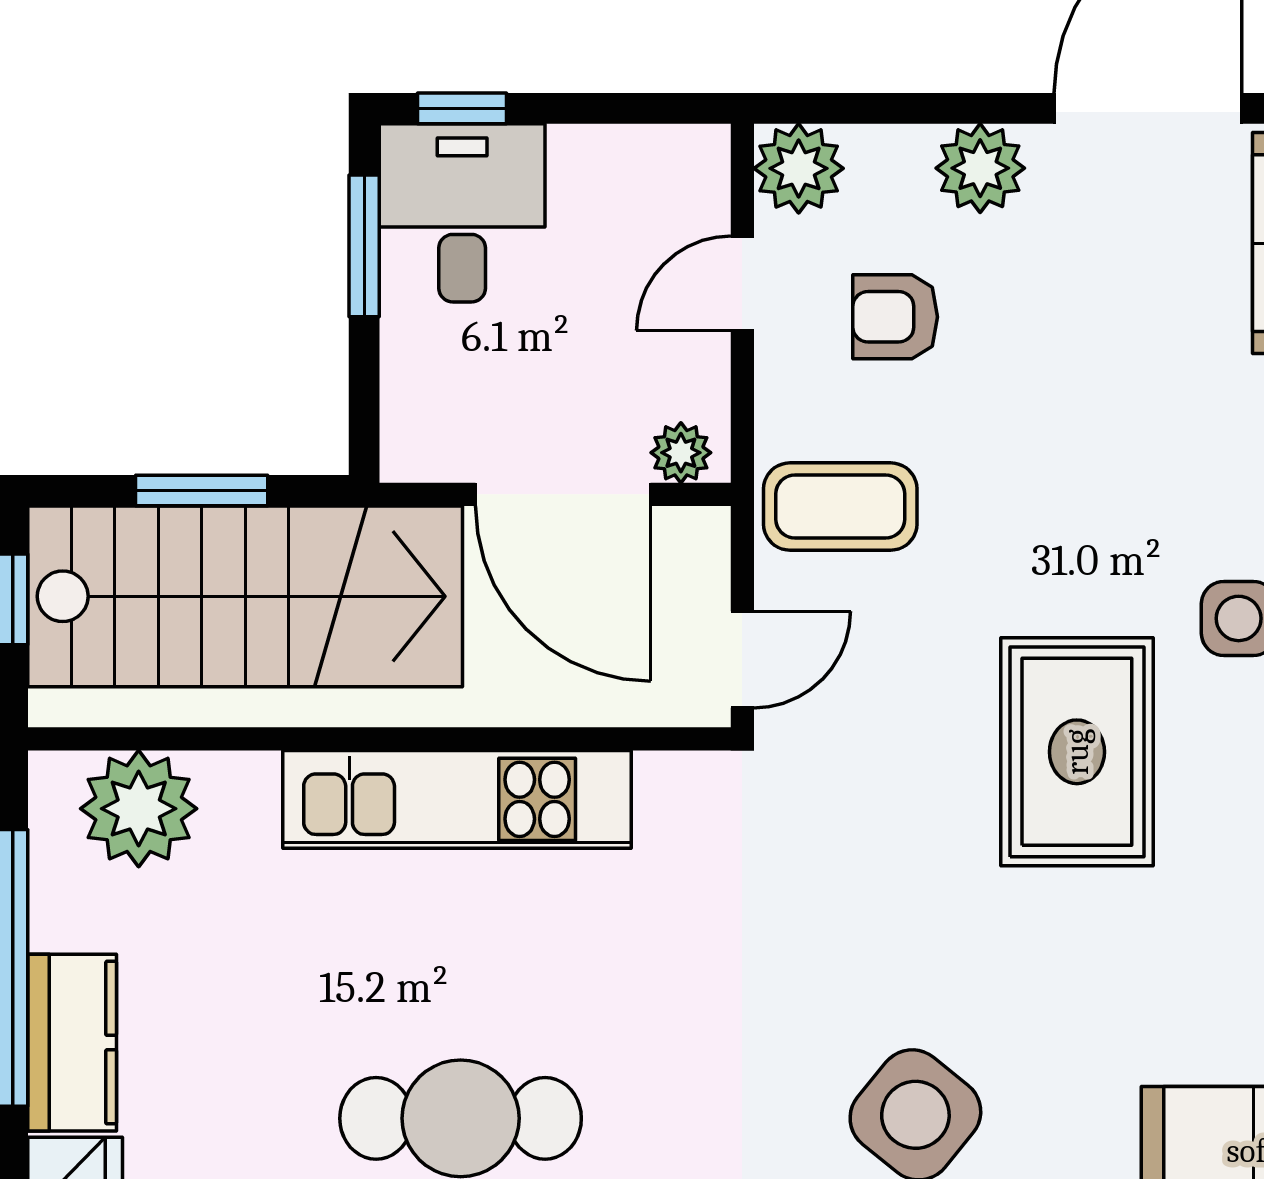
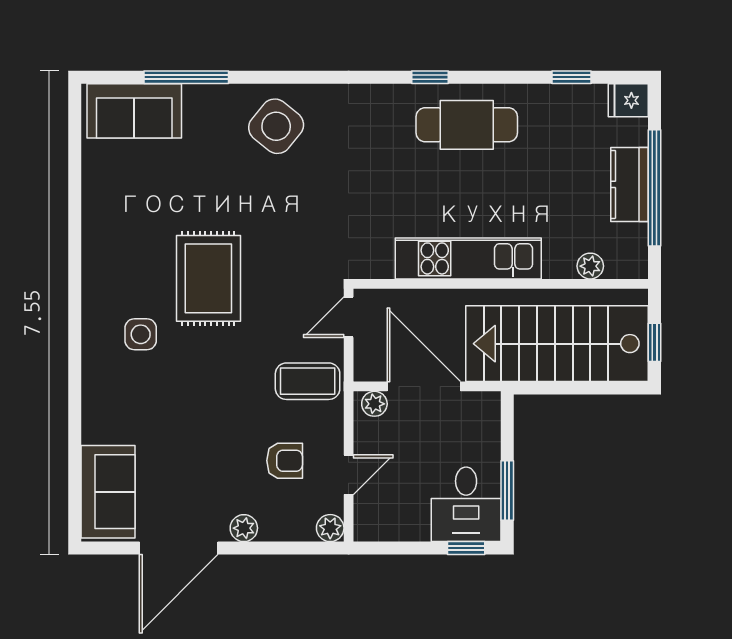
plant: (799, 168) -> (330, 528), width x0.73, depth x0.73
plant: (980, 168) -> (244, 528), width x0.73, depth x0.73
window: (202, 490) -> (575, 388), removed
plant: (139, 809) -> (590, 266), width x0.53, depth x0.53
kitchen counter: (72, 1043) -> (630, 184), moved

